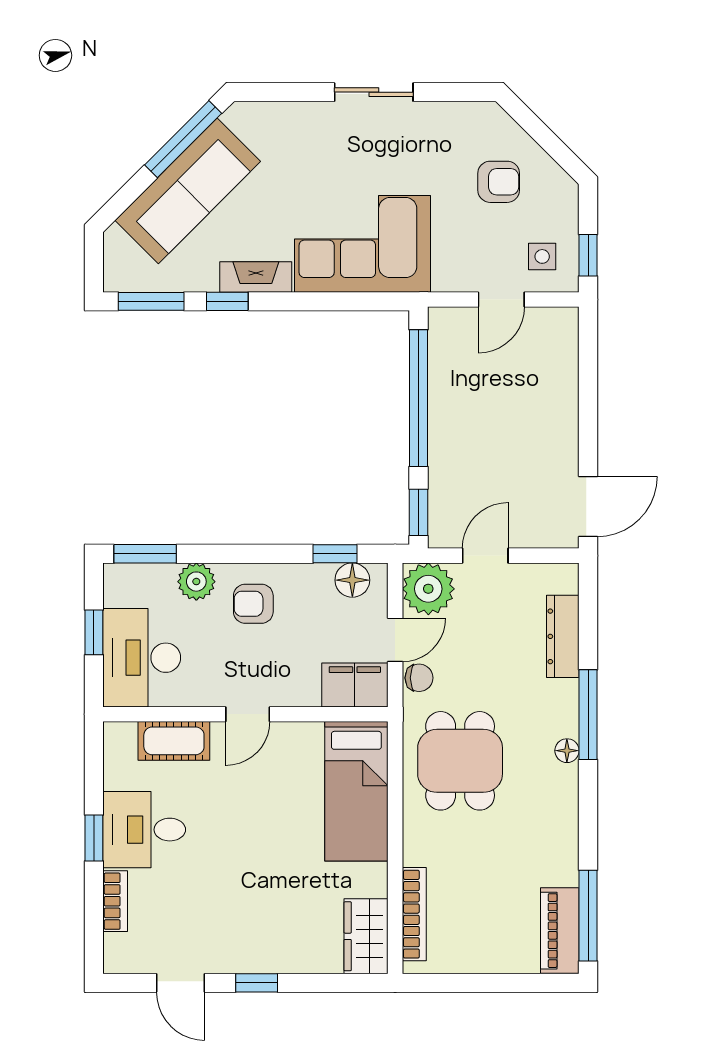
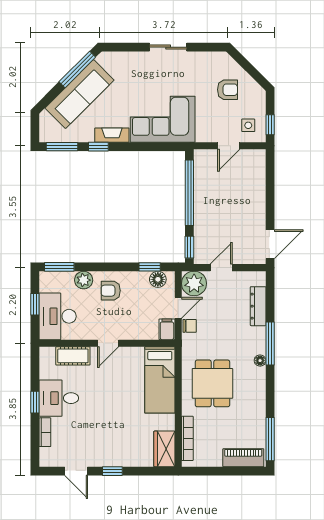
filing cabinet: (355, 685) -> (167, 329), width x0.50
dining table: (460, 761) -> (212, 383), moved
piano: (560, 931) -> (243, 458), moved, turned 90

